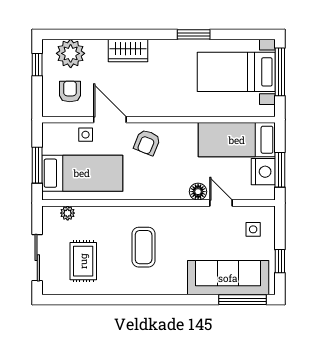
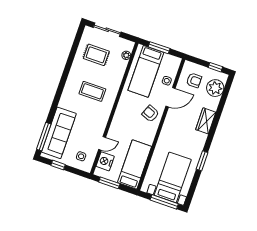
nightstand: (263, 172) -> (105, 161), moved, turned 90
floor lamp: (198, 192) -> (113, 133), removed

